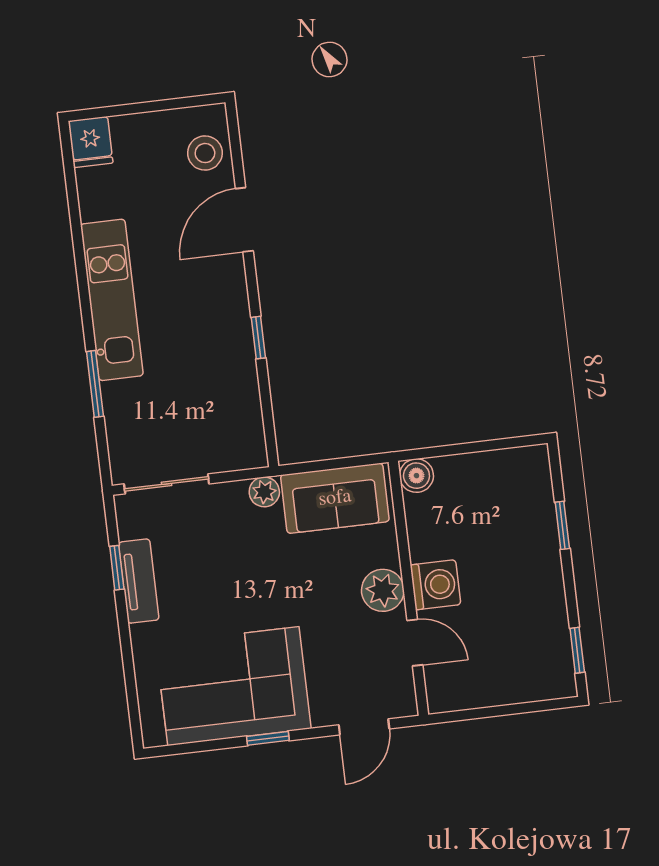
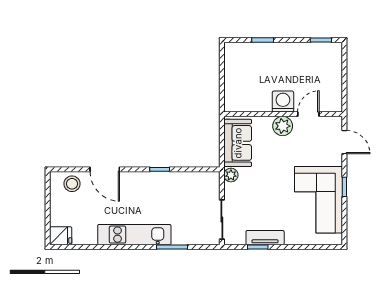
boiler: (416, 476) -> (232, 104), removed

